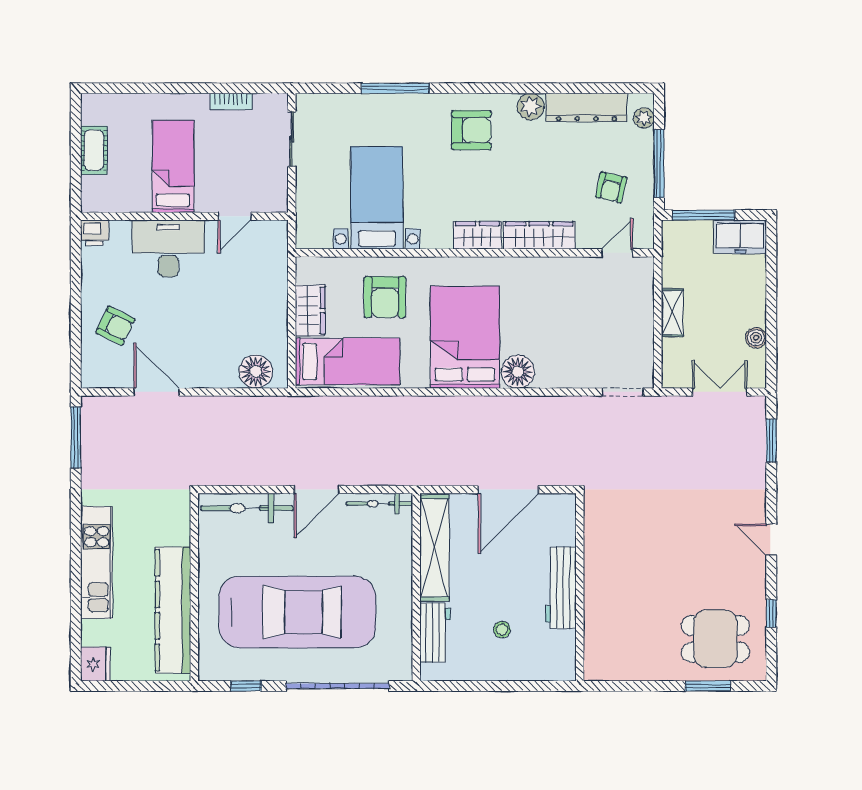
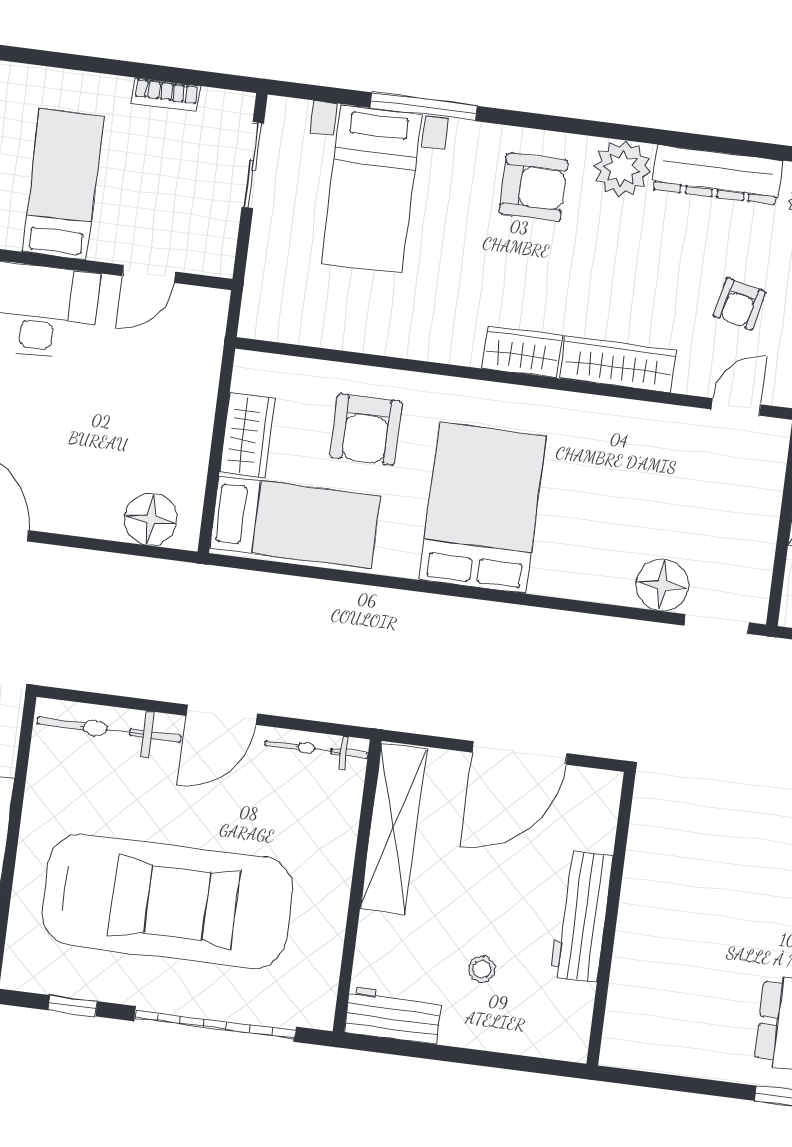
plant: (531, 107) -> (622, 169), width x1.36, depth x1.36
bed with nightstands: (377, 198) -> (371, 189), moved, turned 180
floor lamp: (518, 372) -> (662, 585), moved
workbench: (435, 633) -> (393, 1015), moved, turned -90

